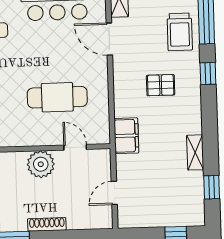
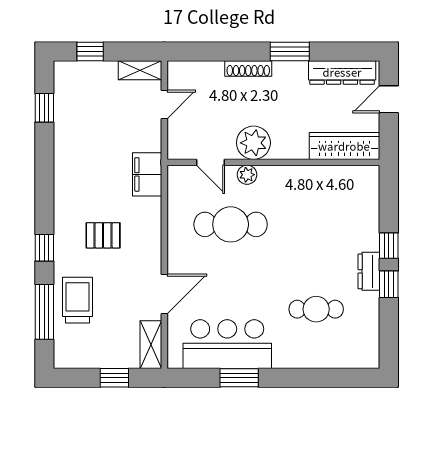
door: (109, 39) -> (164, 294), hinge flipped
plant: (45, 138) -> (247, 175), added
shelving: (195, 152) -> (140, 70), moved, turned 90

